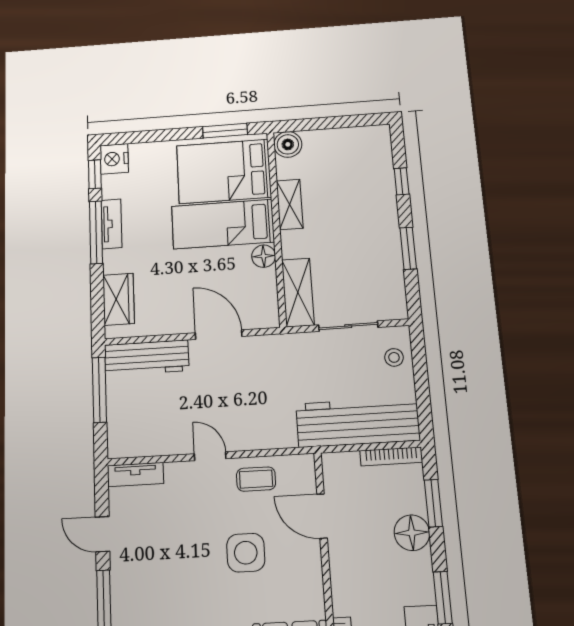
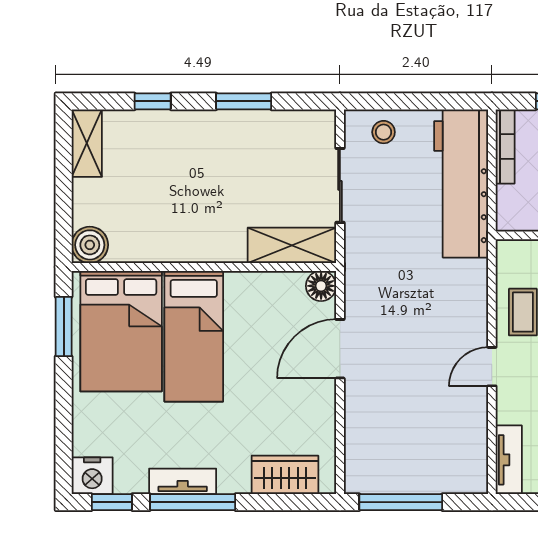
shelving: (290, 204) -> (87, 143), moved, turned 90
floor lamp: (264, 256) -> (321, 286), moved
workbench: (147, 358) -> (364, 441), removed

